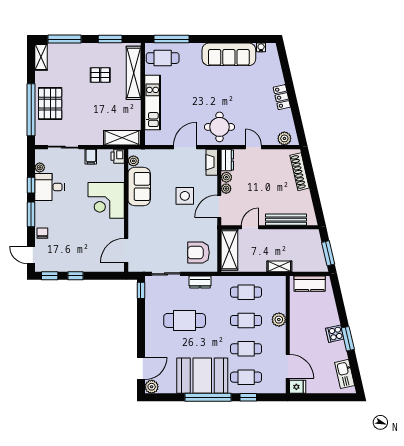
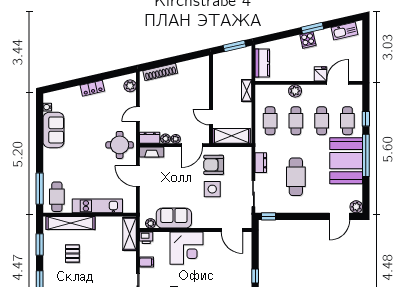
sofa: (229, 54) -> (53, 130), width x0.73
side table: (185, 196) -> (212, 189), moved
door: (219, 206) -> (192, 145), hinge flipped
bench: (286, 220) -> (204, 84), removed
armchair: (198, 253) -> (214, 165), moved, turned 90
door: (141, 368) -> (339, 216), swing flipped
fridge: (298, 387) -> (320, 74), moved

